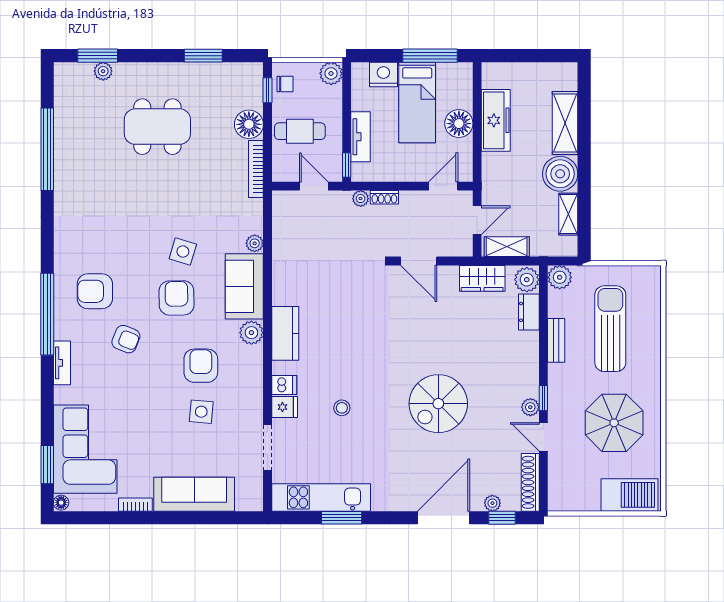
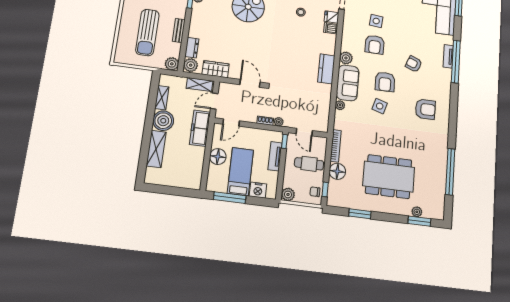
freezer: (496, 120) -> (200, 128), moved
dining table: (157, 127) -> (389, 177), width x1.36, depth x1.24
armchair: (95, 291) -> (425, 109), moved
window: (47, 314) -> (456, 62), moved
kitchen counter: (285, 333) -> (326, 69), moved

